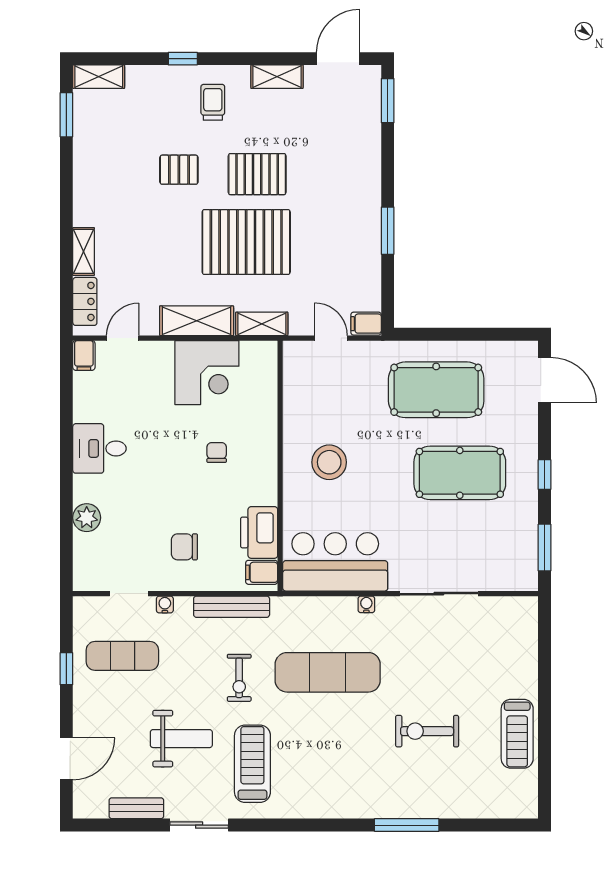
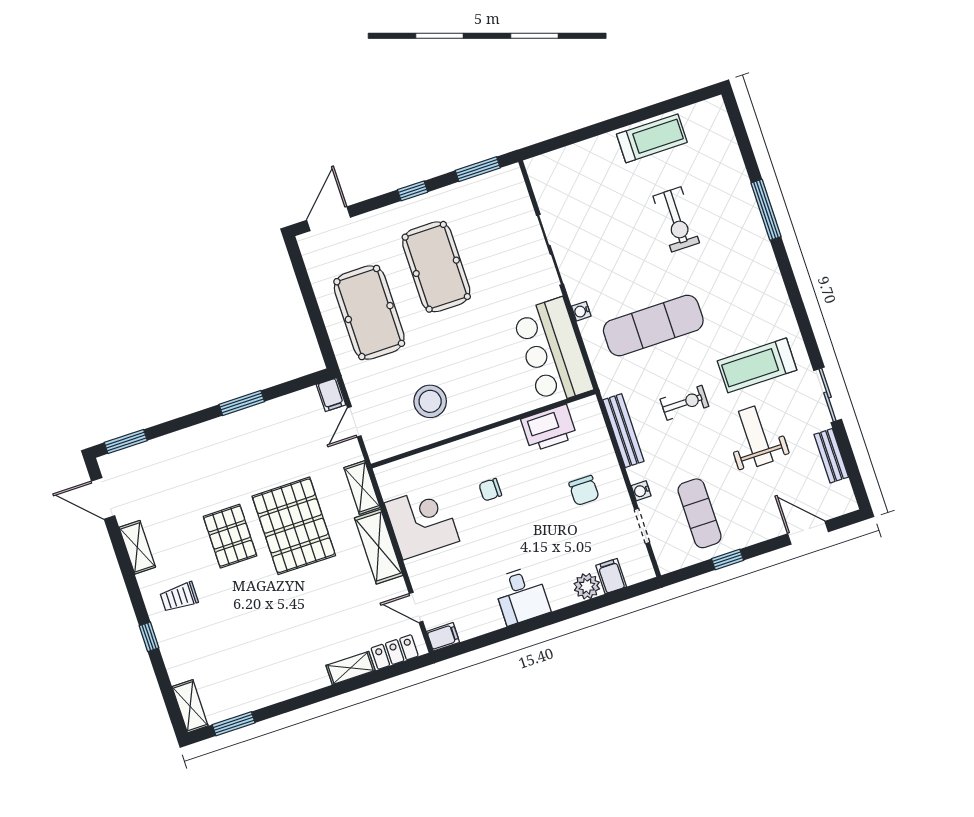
pallet: (179, 170) -> (249, 607), removed
stool: (329, 462) -> (430, 401), moved
filing cabinet: (262, 572) -> (611, 576), moved, turned 180
exercise mat: (328, 672) -> (653, 325), turned 90

